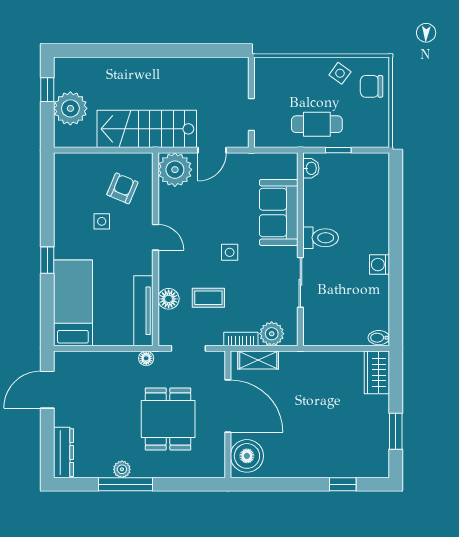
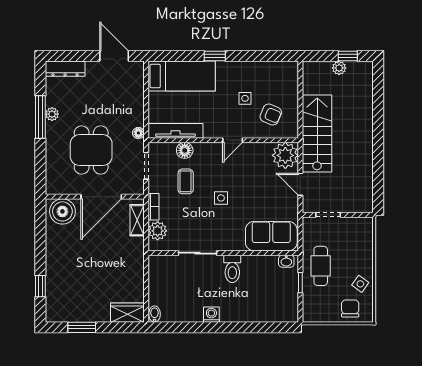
plant: (70, 108) -> (339, 68), width x0.53, depth x0.53
sofa: (279, 212) -> (271, 236), moved
dining table: (168, 419) -> (91, 150), turned 90

